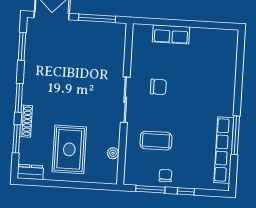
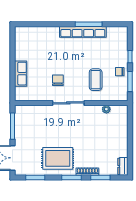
rug: (69, 149) -> (58, 158), moved
row of seats: (224, 150) -> (83, 32), moved

